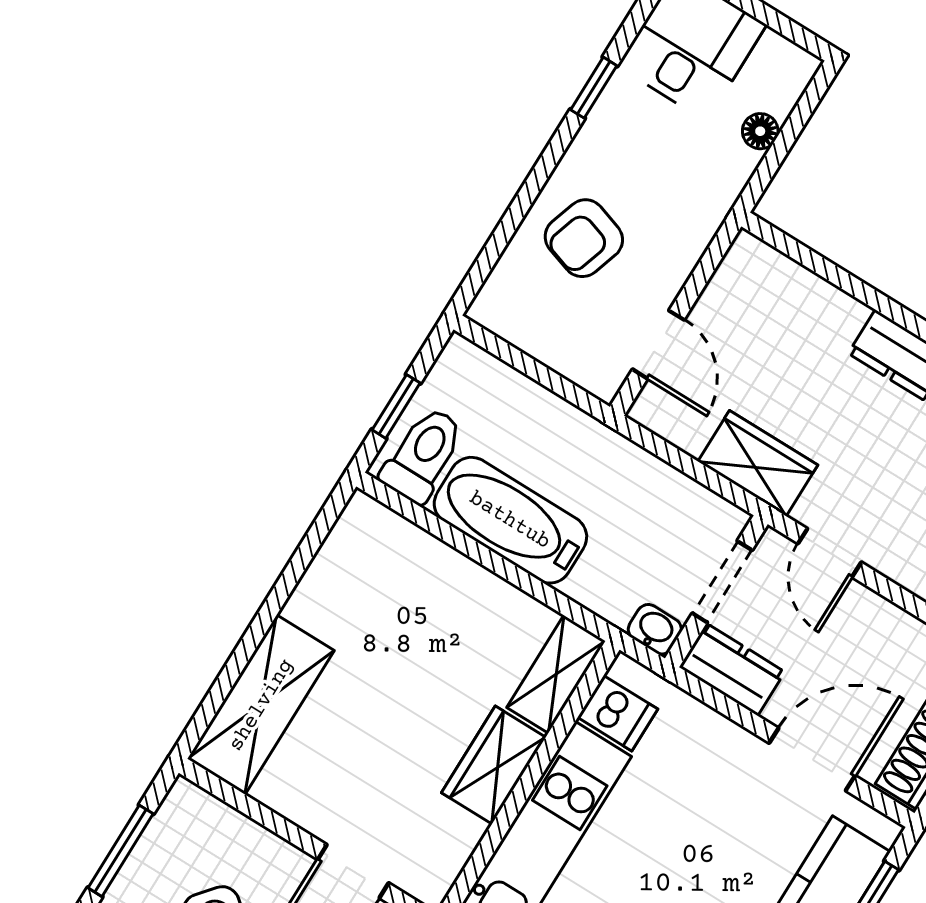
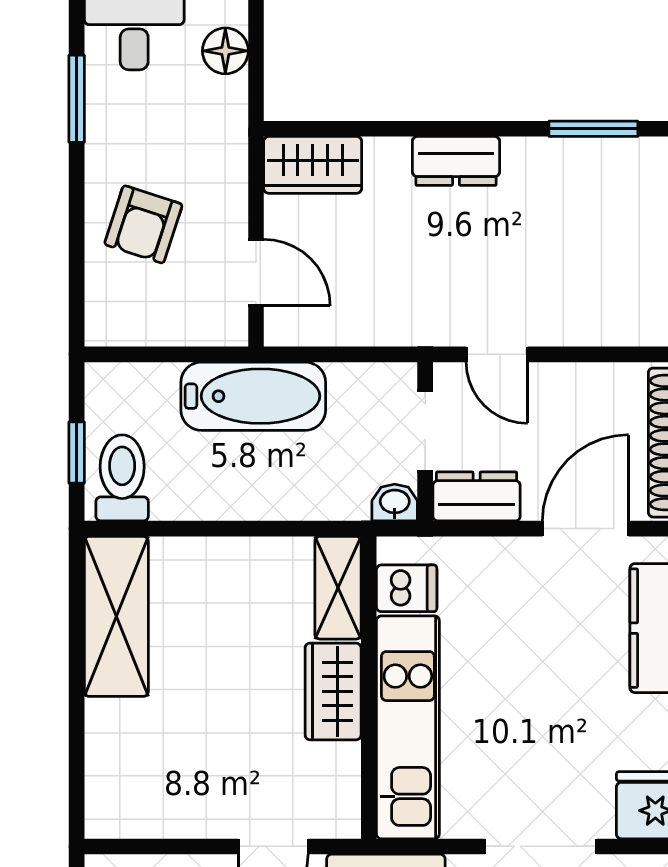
window: (594, 88) -> (77, 99), width x1.50
floor lamp: (760, 131) -> (225, 51), width x1.37, depth x1.37
wardrobe: (758, 463) -> (313, 165), moved, turned 180
bathtub: (510, 520) -> (253, 396), moved, turned 180
shelving: (261, 705) -> (116, 616), moved

